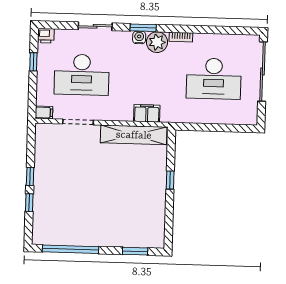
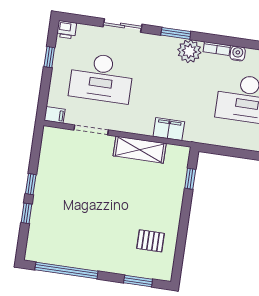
water cooler: (139, 37) -> (238, 54), moved
shelving: (134, 135) -> (140, 150), width x0.68
window: (170, 180) -> (190, 179), moved
pallet: (142, 214) -> (150, 241), added

